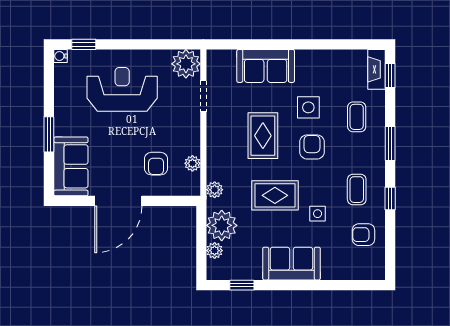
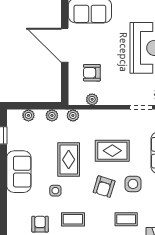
armchair: (312, 147) -> (104, 187), turned 107
plant: (222, 225) -> (52, 115), width x0.53, depth x0.53

